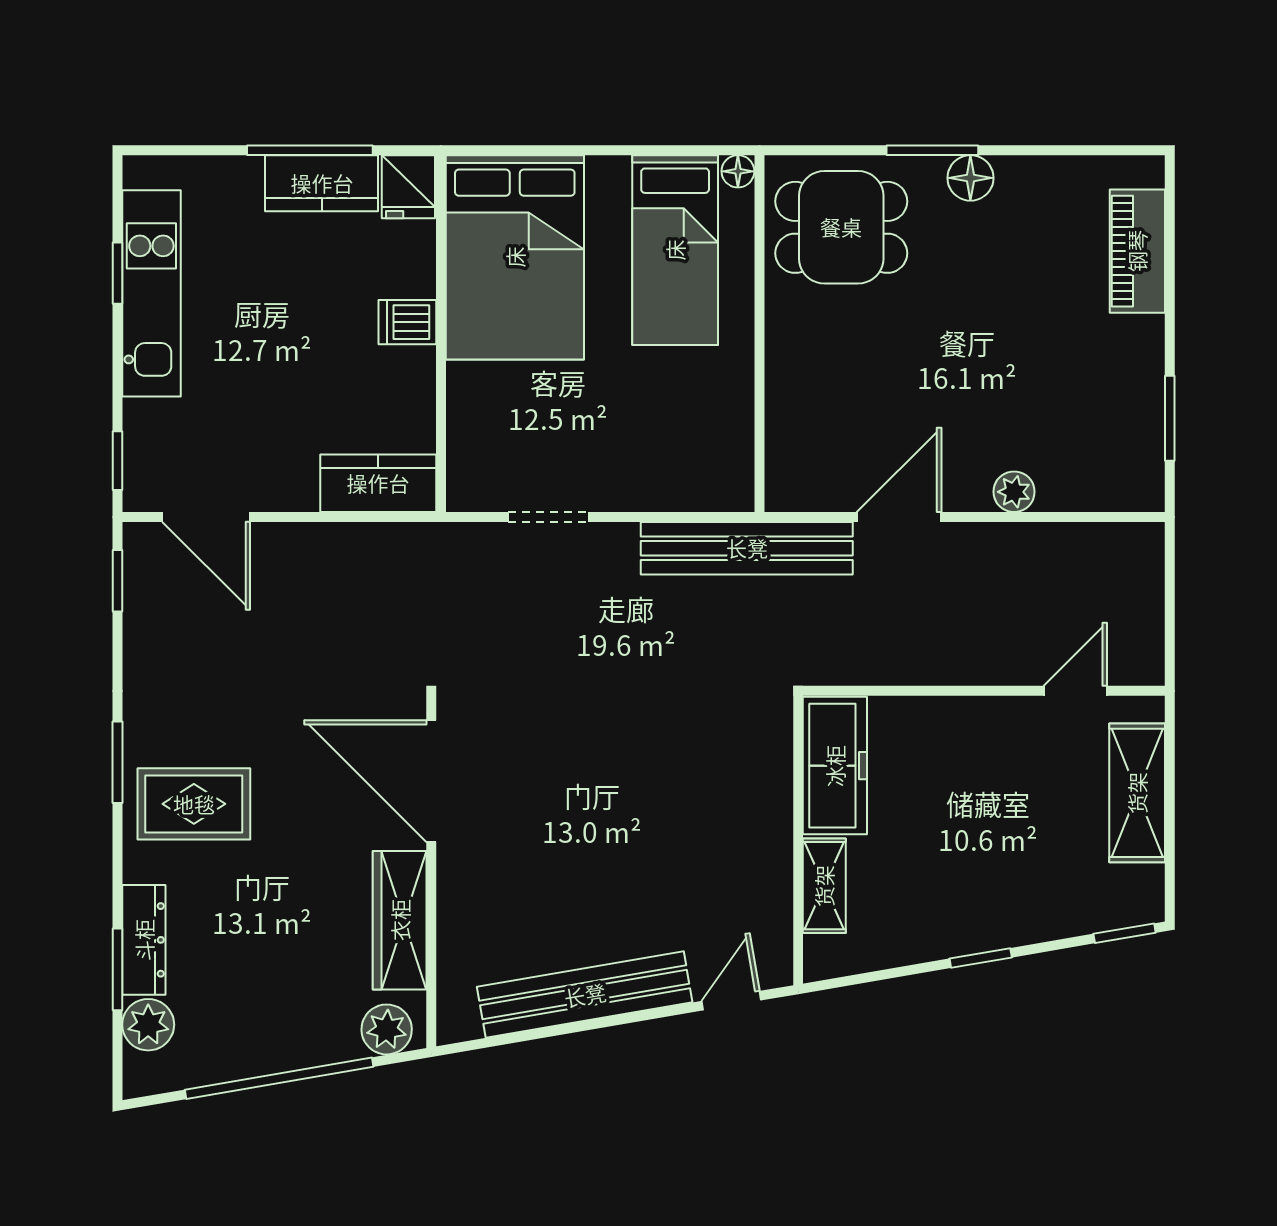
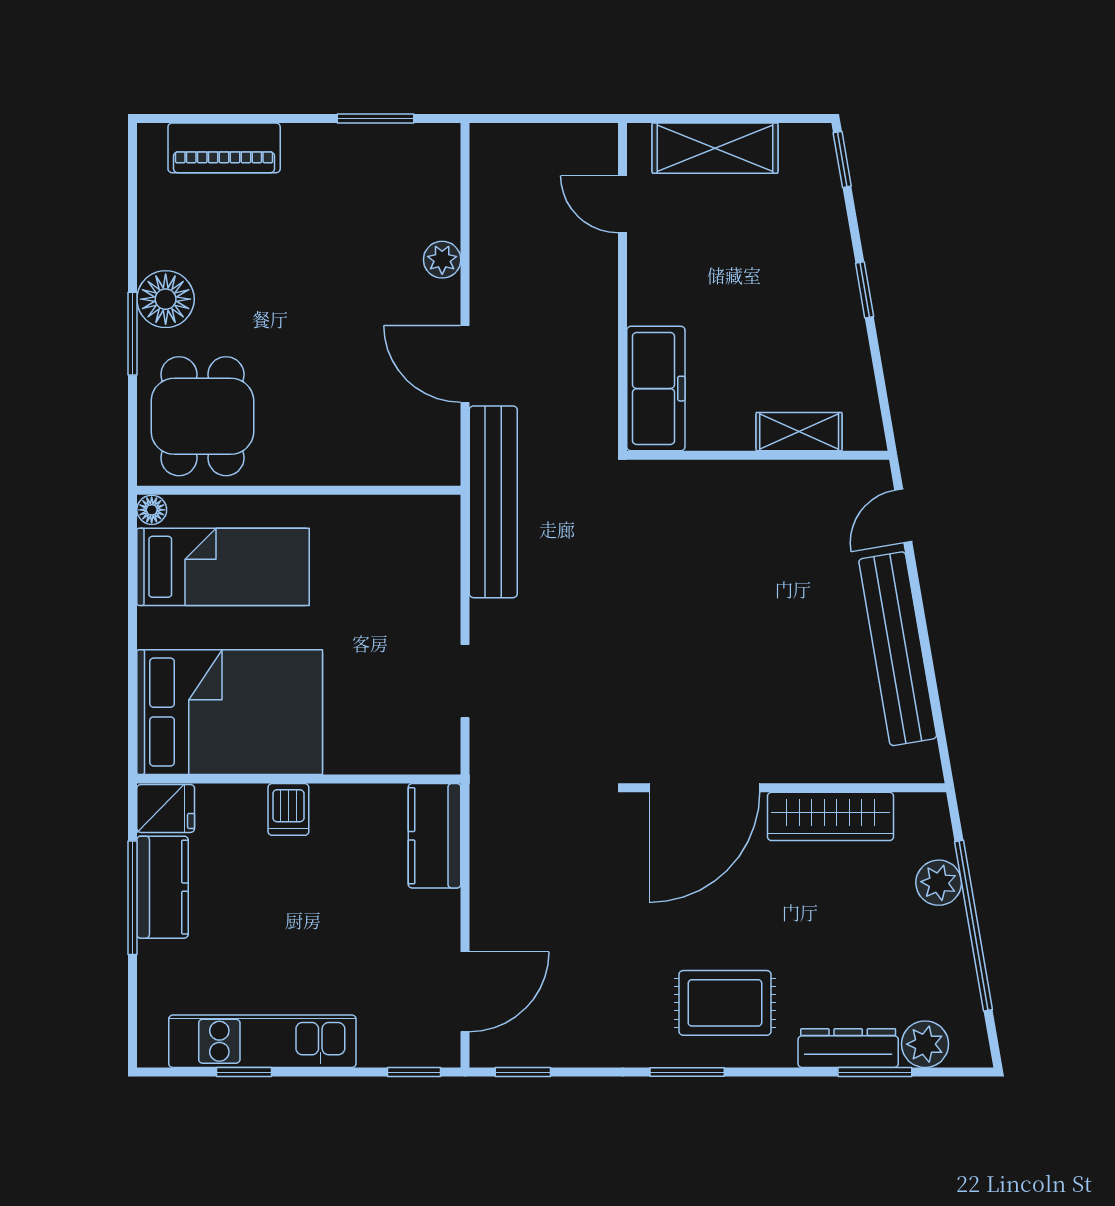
floor lamp: (970, 178) -> (166, 299), width x1.38, depth x1.38
freezer: (835, 766) -> (656, 389), moved, turned 90
rug: (194, 804) -> (725, 1003), turned 90
door: (731, 1001) -> (903, 516), hinge flipped
plant: (387, 1029) -> (939, 883), moved

